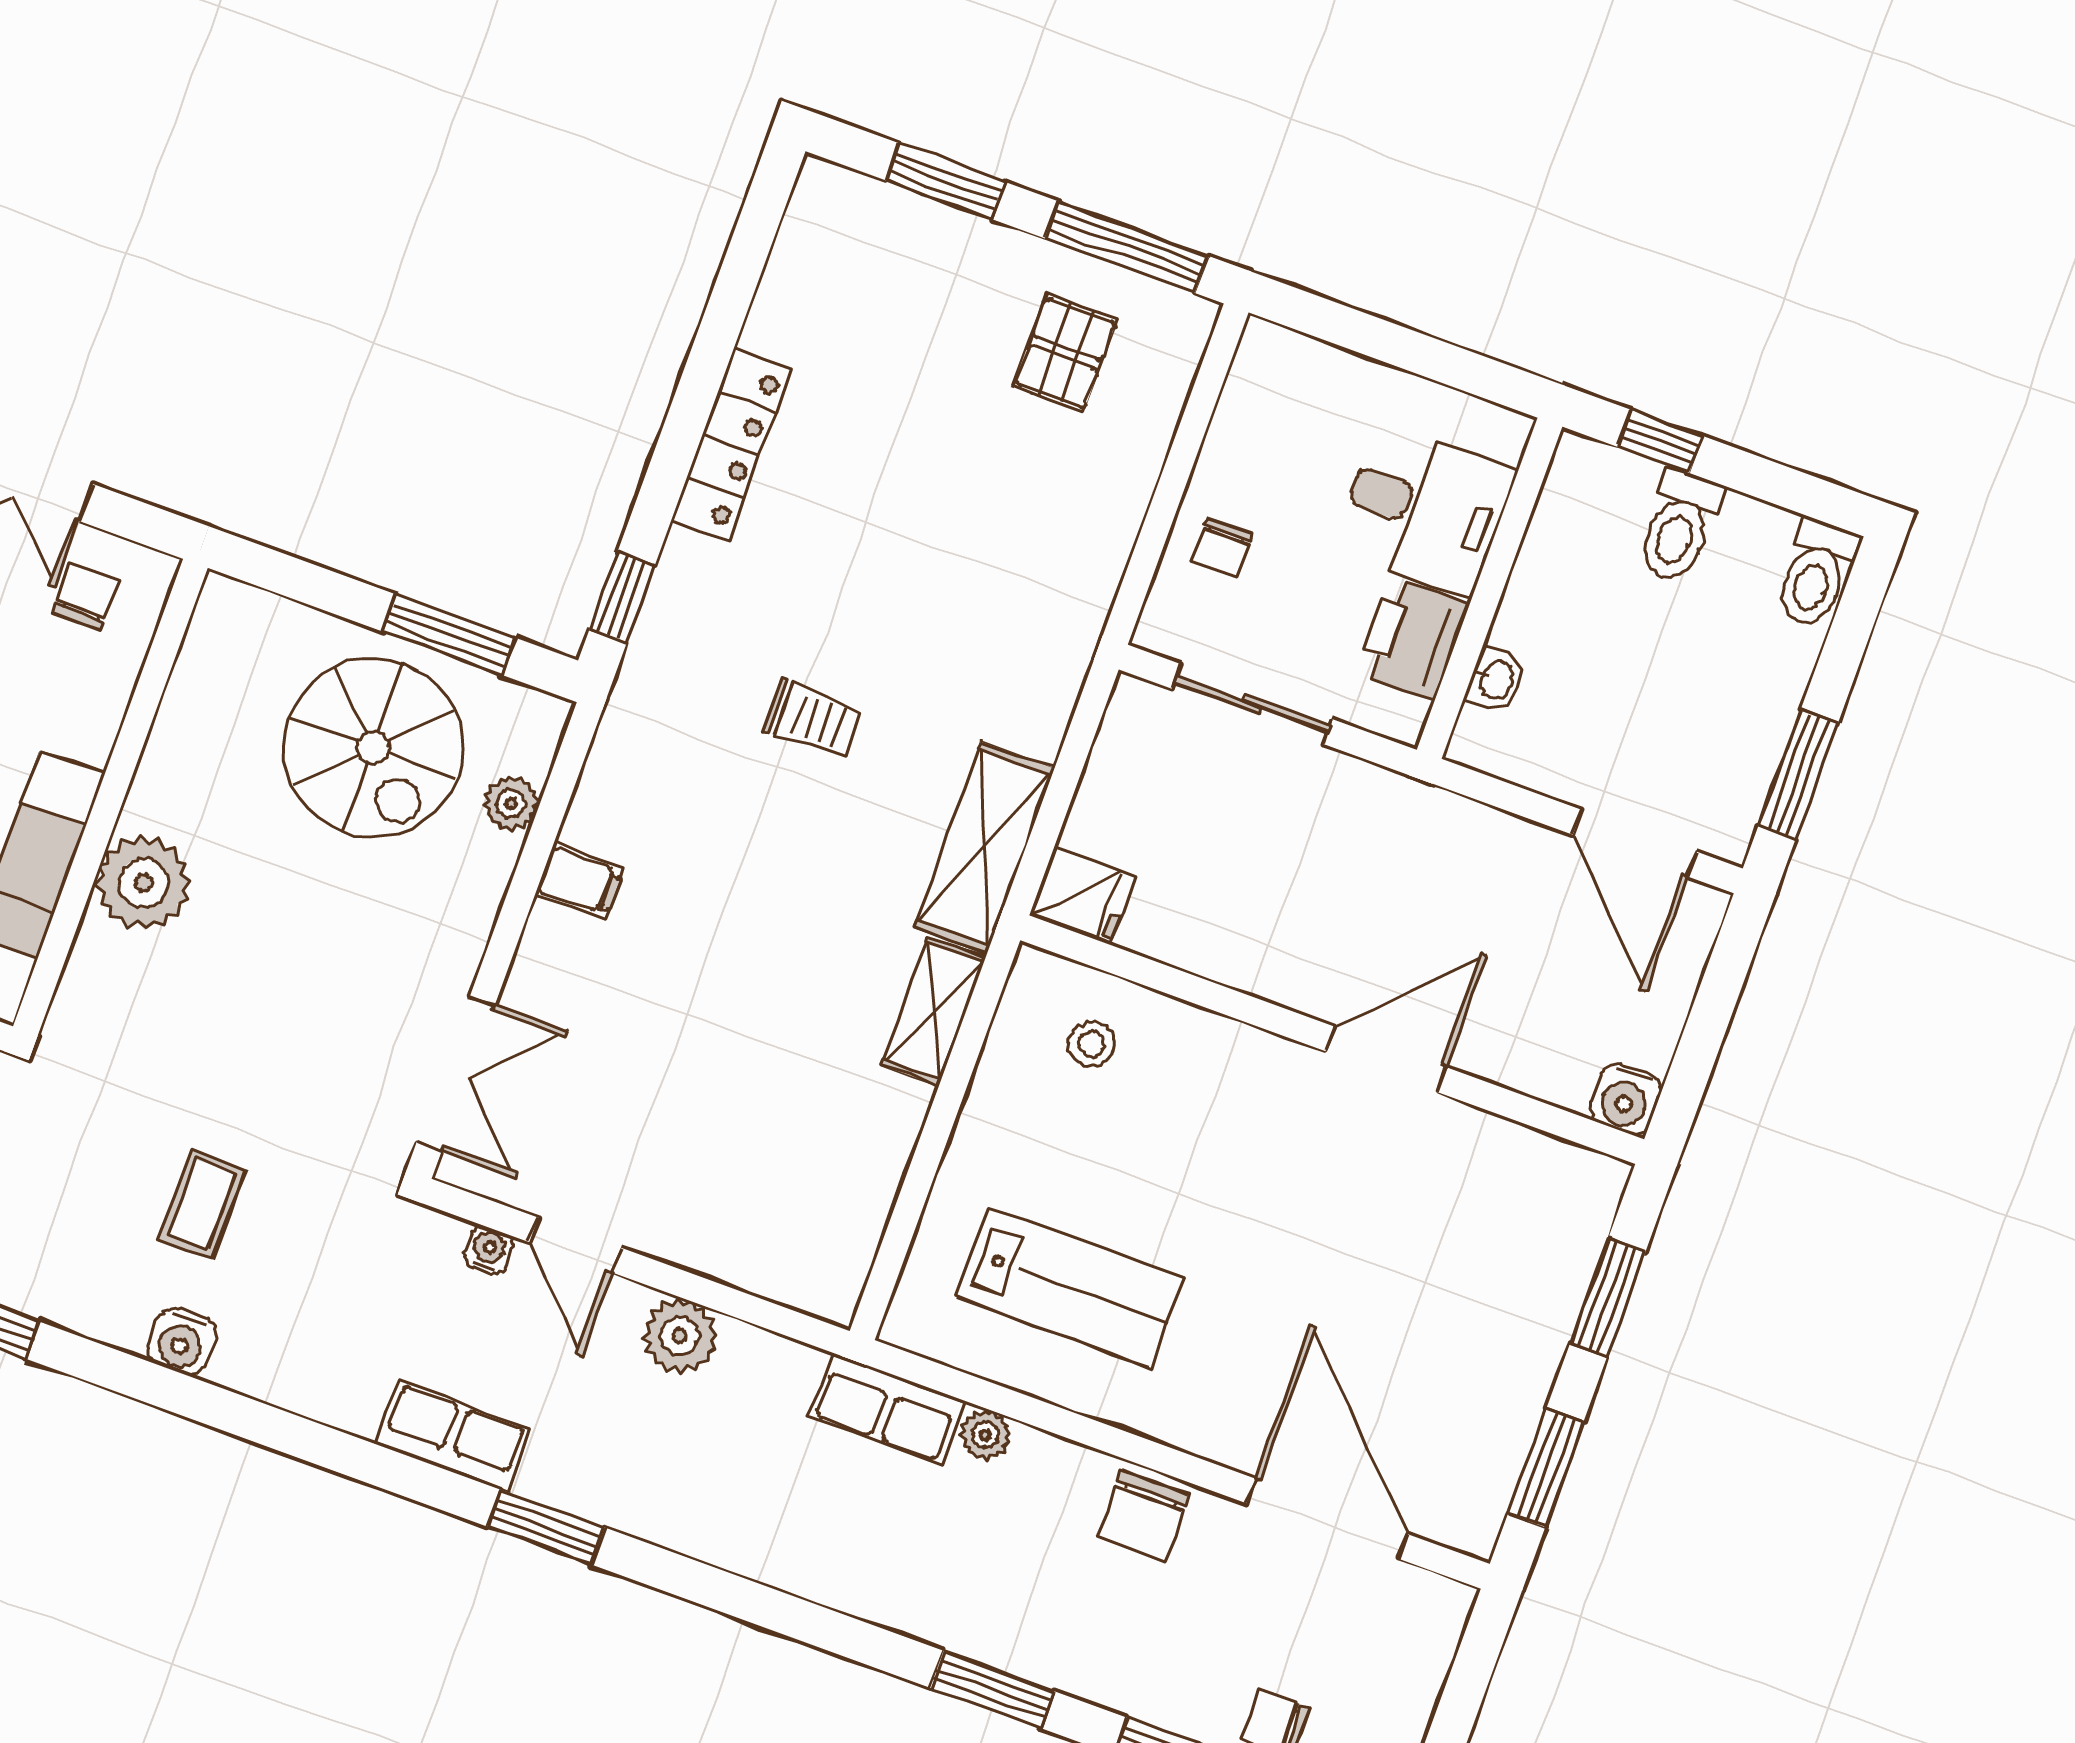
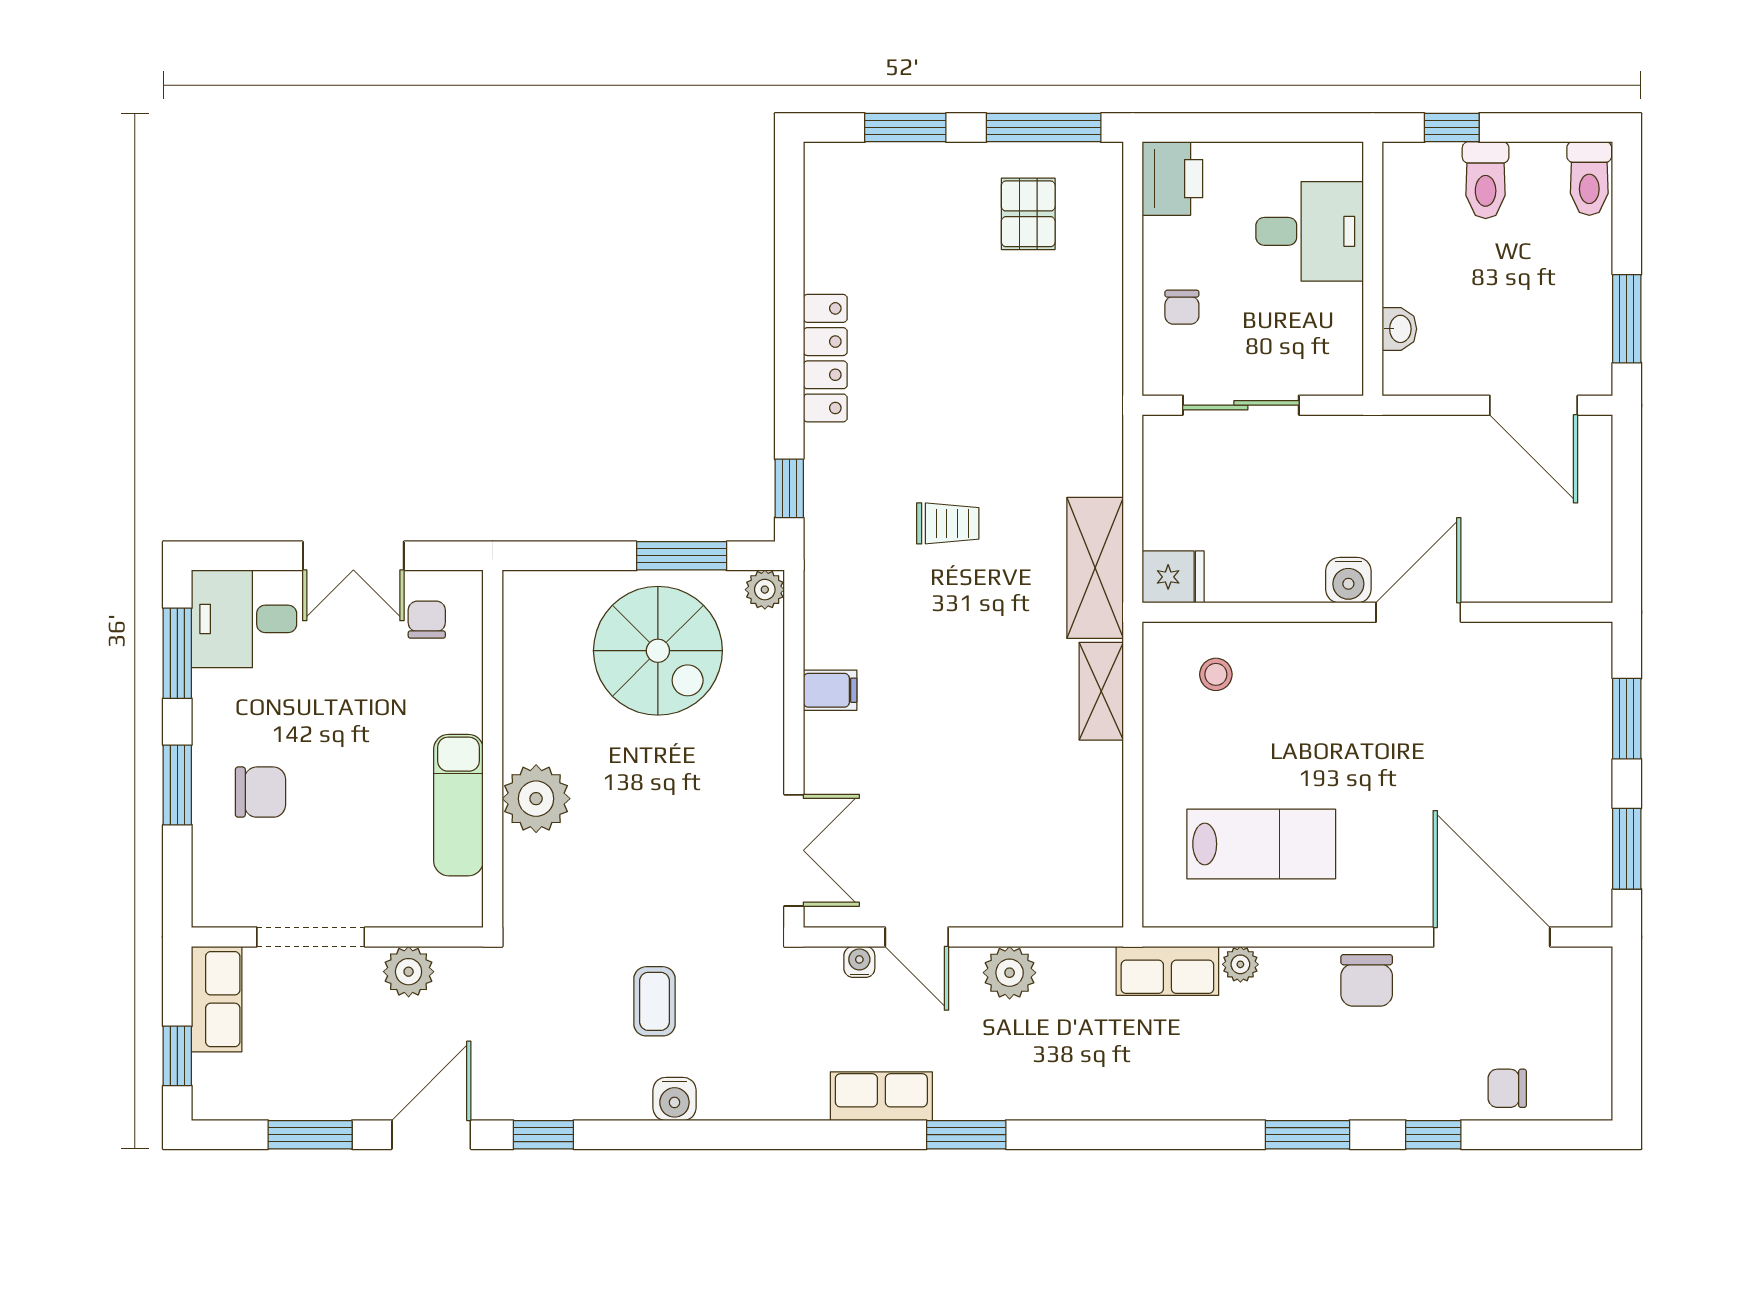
printer: (1412, 638) -> (1172, 179), moved, turned 180
plant: (511, 803) -> (765, 590), moved
water cooler: (1625, 1099) -> (1348, 580), moved

